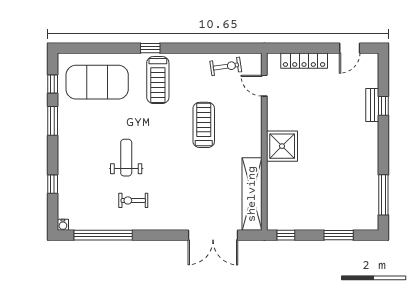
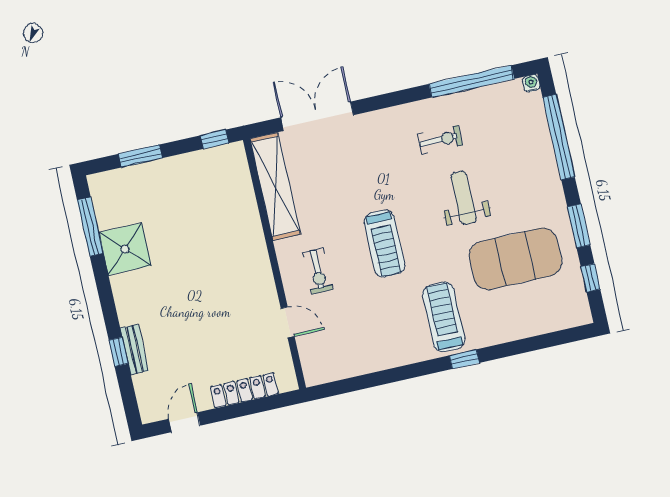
exercise bike: (226, 66) -> (318, 271), moved, turned -82
exercise mat: (97, 82) -> (515, 259), moved
door: (264, 86) -> (288, 322), moved
treadmill: (204, 125) -> (384, 244), moved
shower: (282, 146) -> (125, 249), moved
weight bench: (126, 158) -> (464, 198), turned 180
window: (53, 184) -> (559, 137), width x3.17

